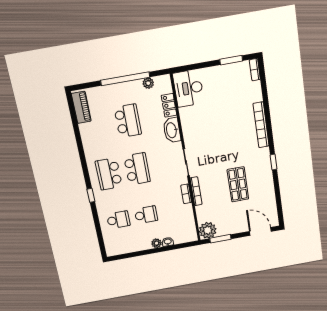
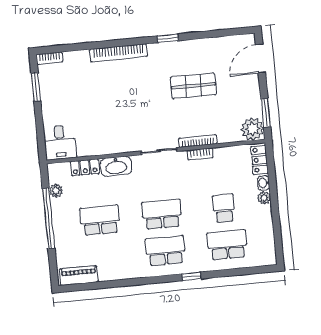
desk: (188, 88) -> (60, 142), width x0.73
school desk: (109, 174) -> (165, 251), turned 180
school desk: (118, 220) -> (227, 245), width x1.85
locker: (185, 237) -> (259, 160), added

